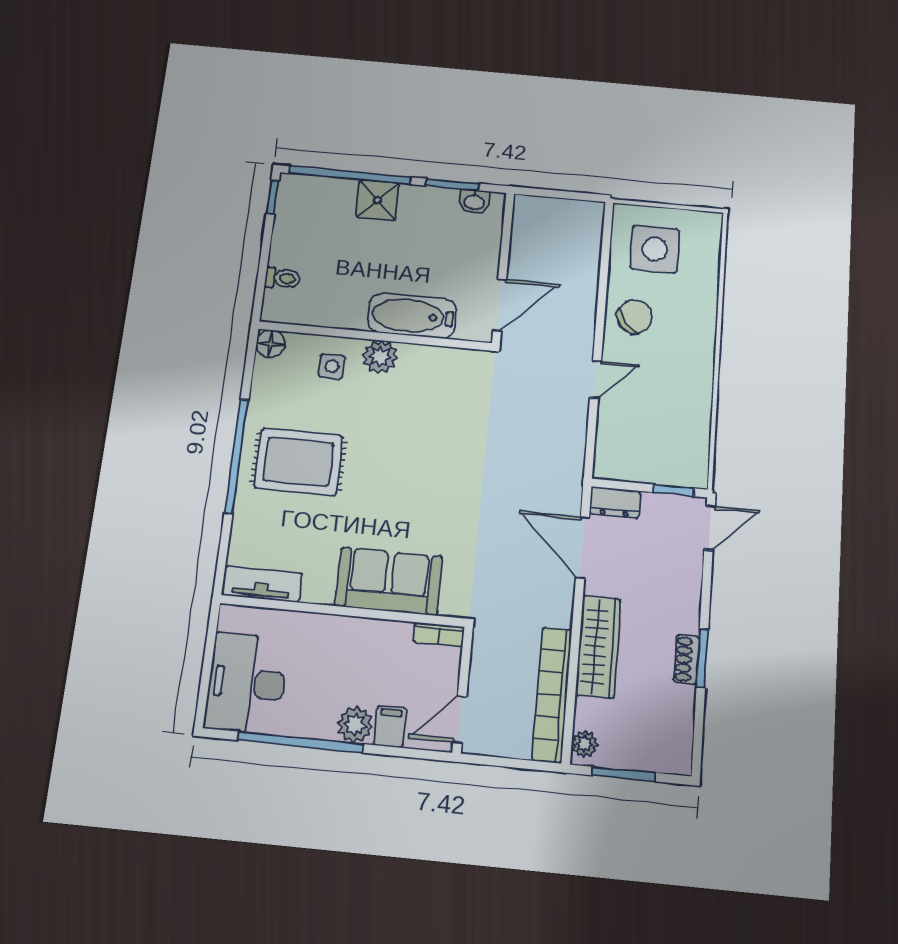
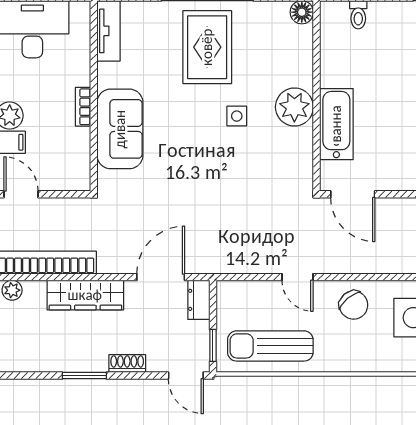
plant: (380, 357) -> (294, 107), width x1.36, depth x1.36
side table: (332, 366) -> (237, 116), moved
sun lounger: (679, 420) -> (270, 346), added
bookcase: (439, 634) -> (83, 107), moved
shoe rack: (687, 659) -> (127, 364), moved

